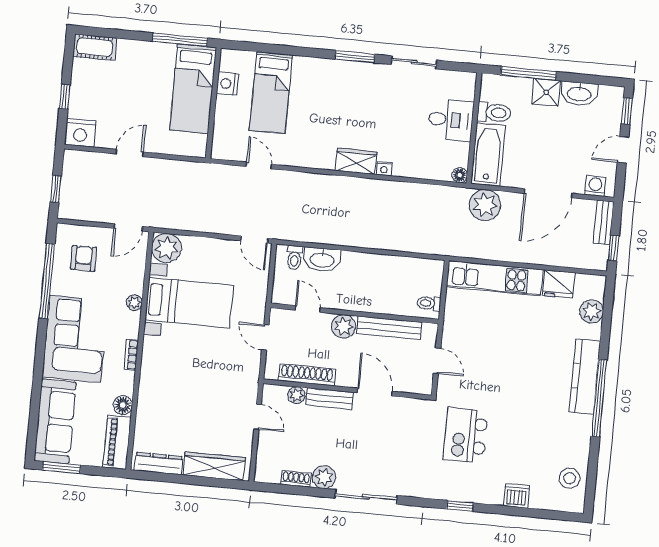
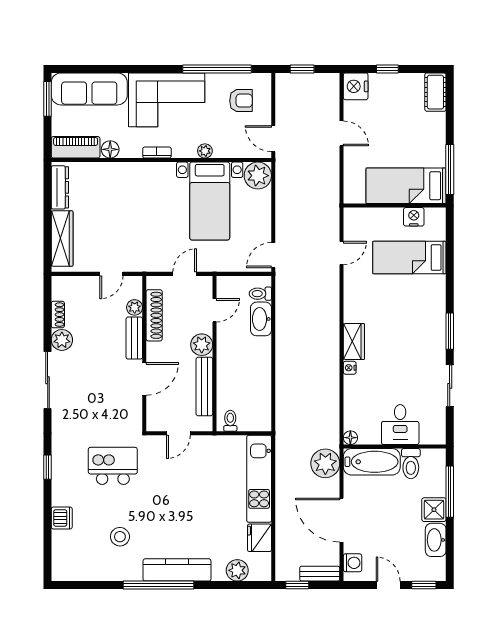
stool: (570, 478) -> (120, 537), moved

